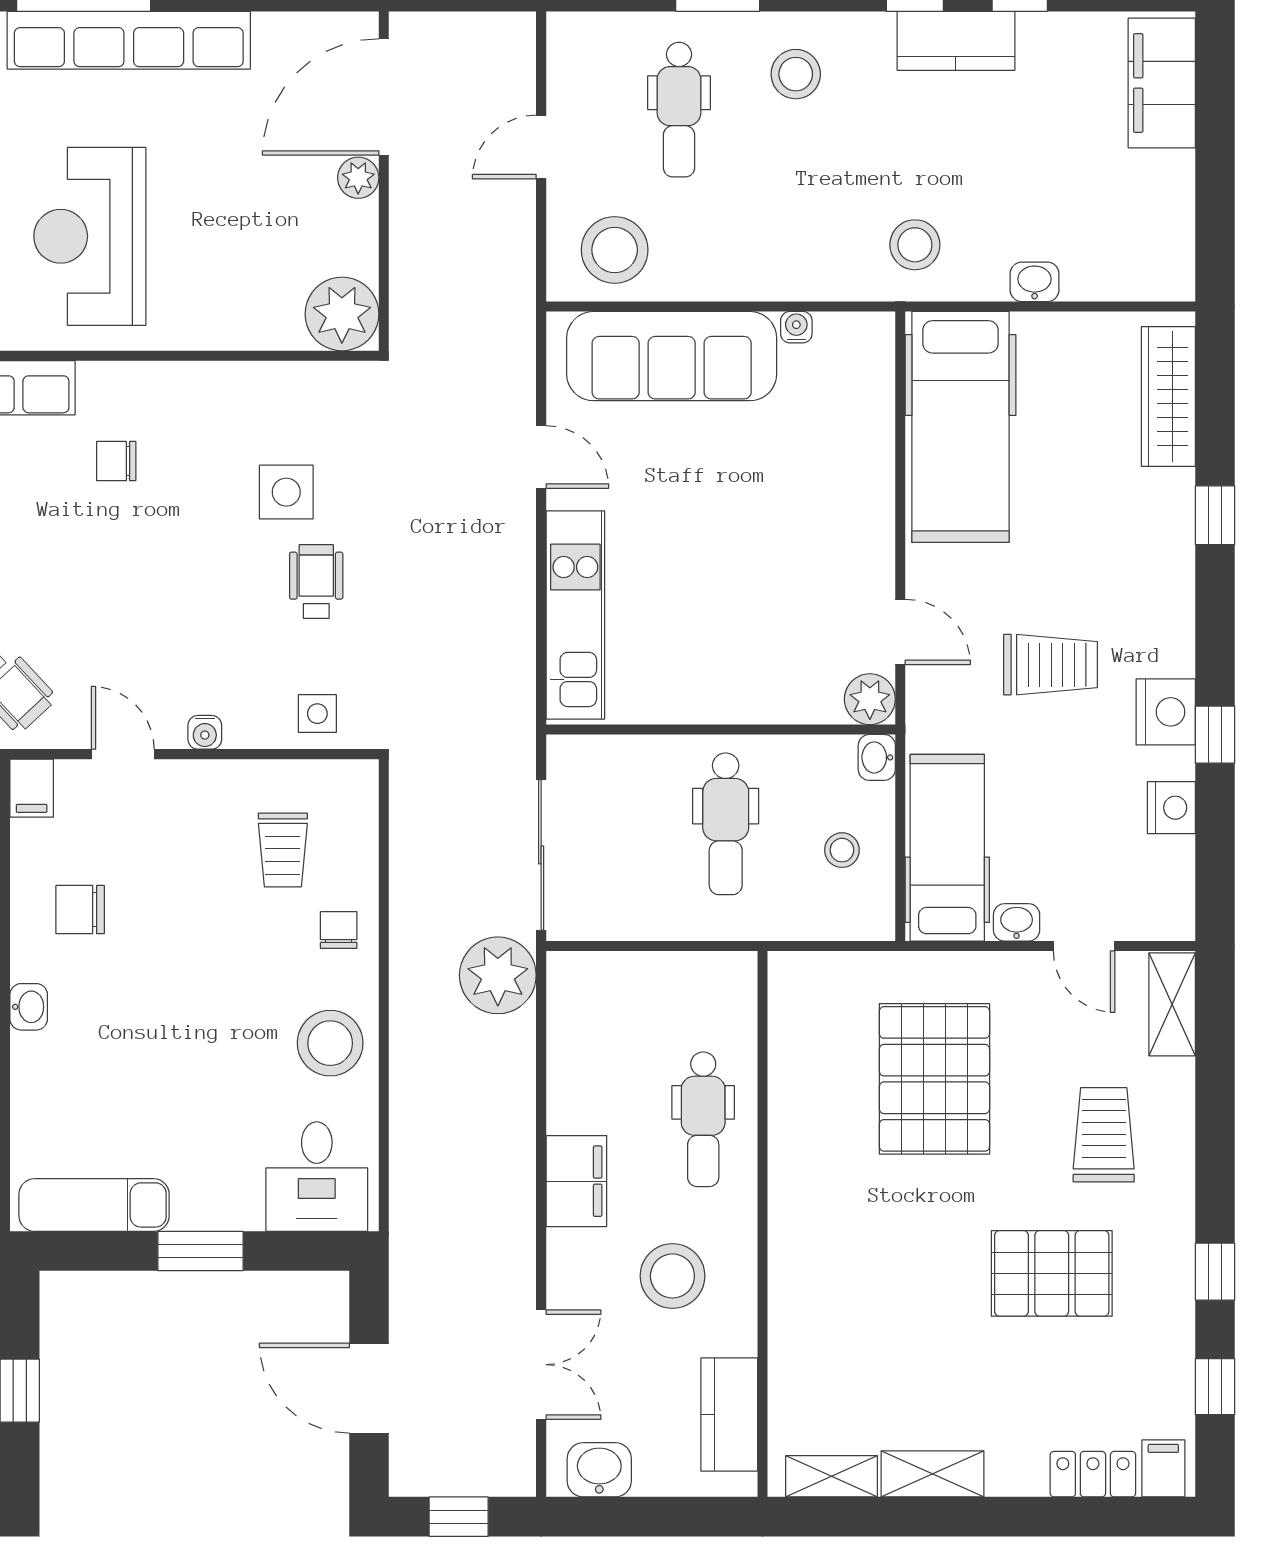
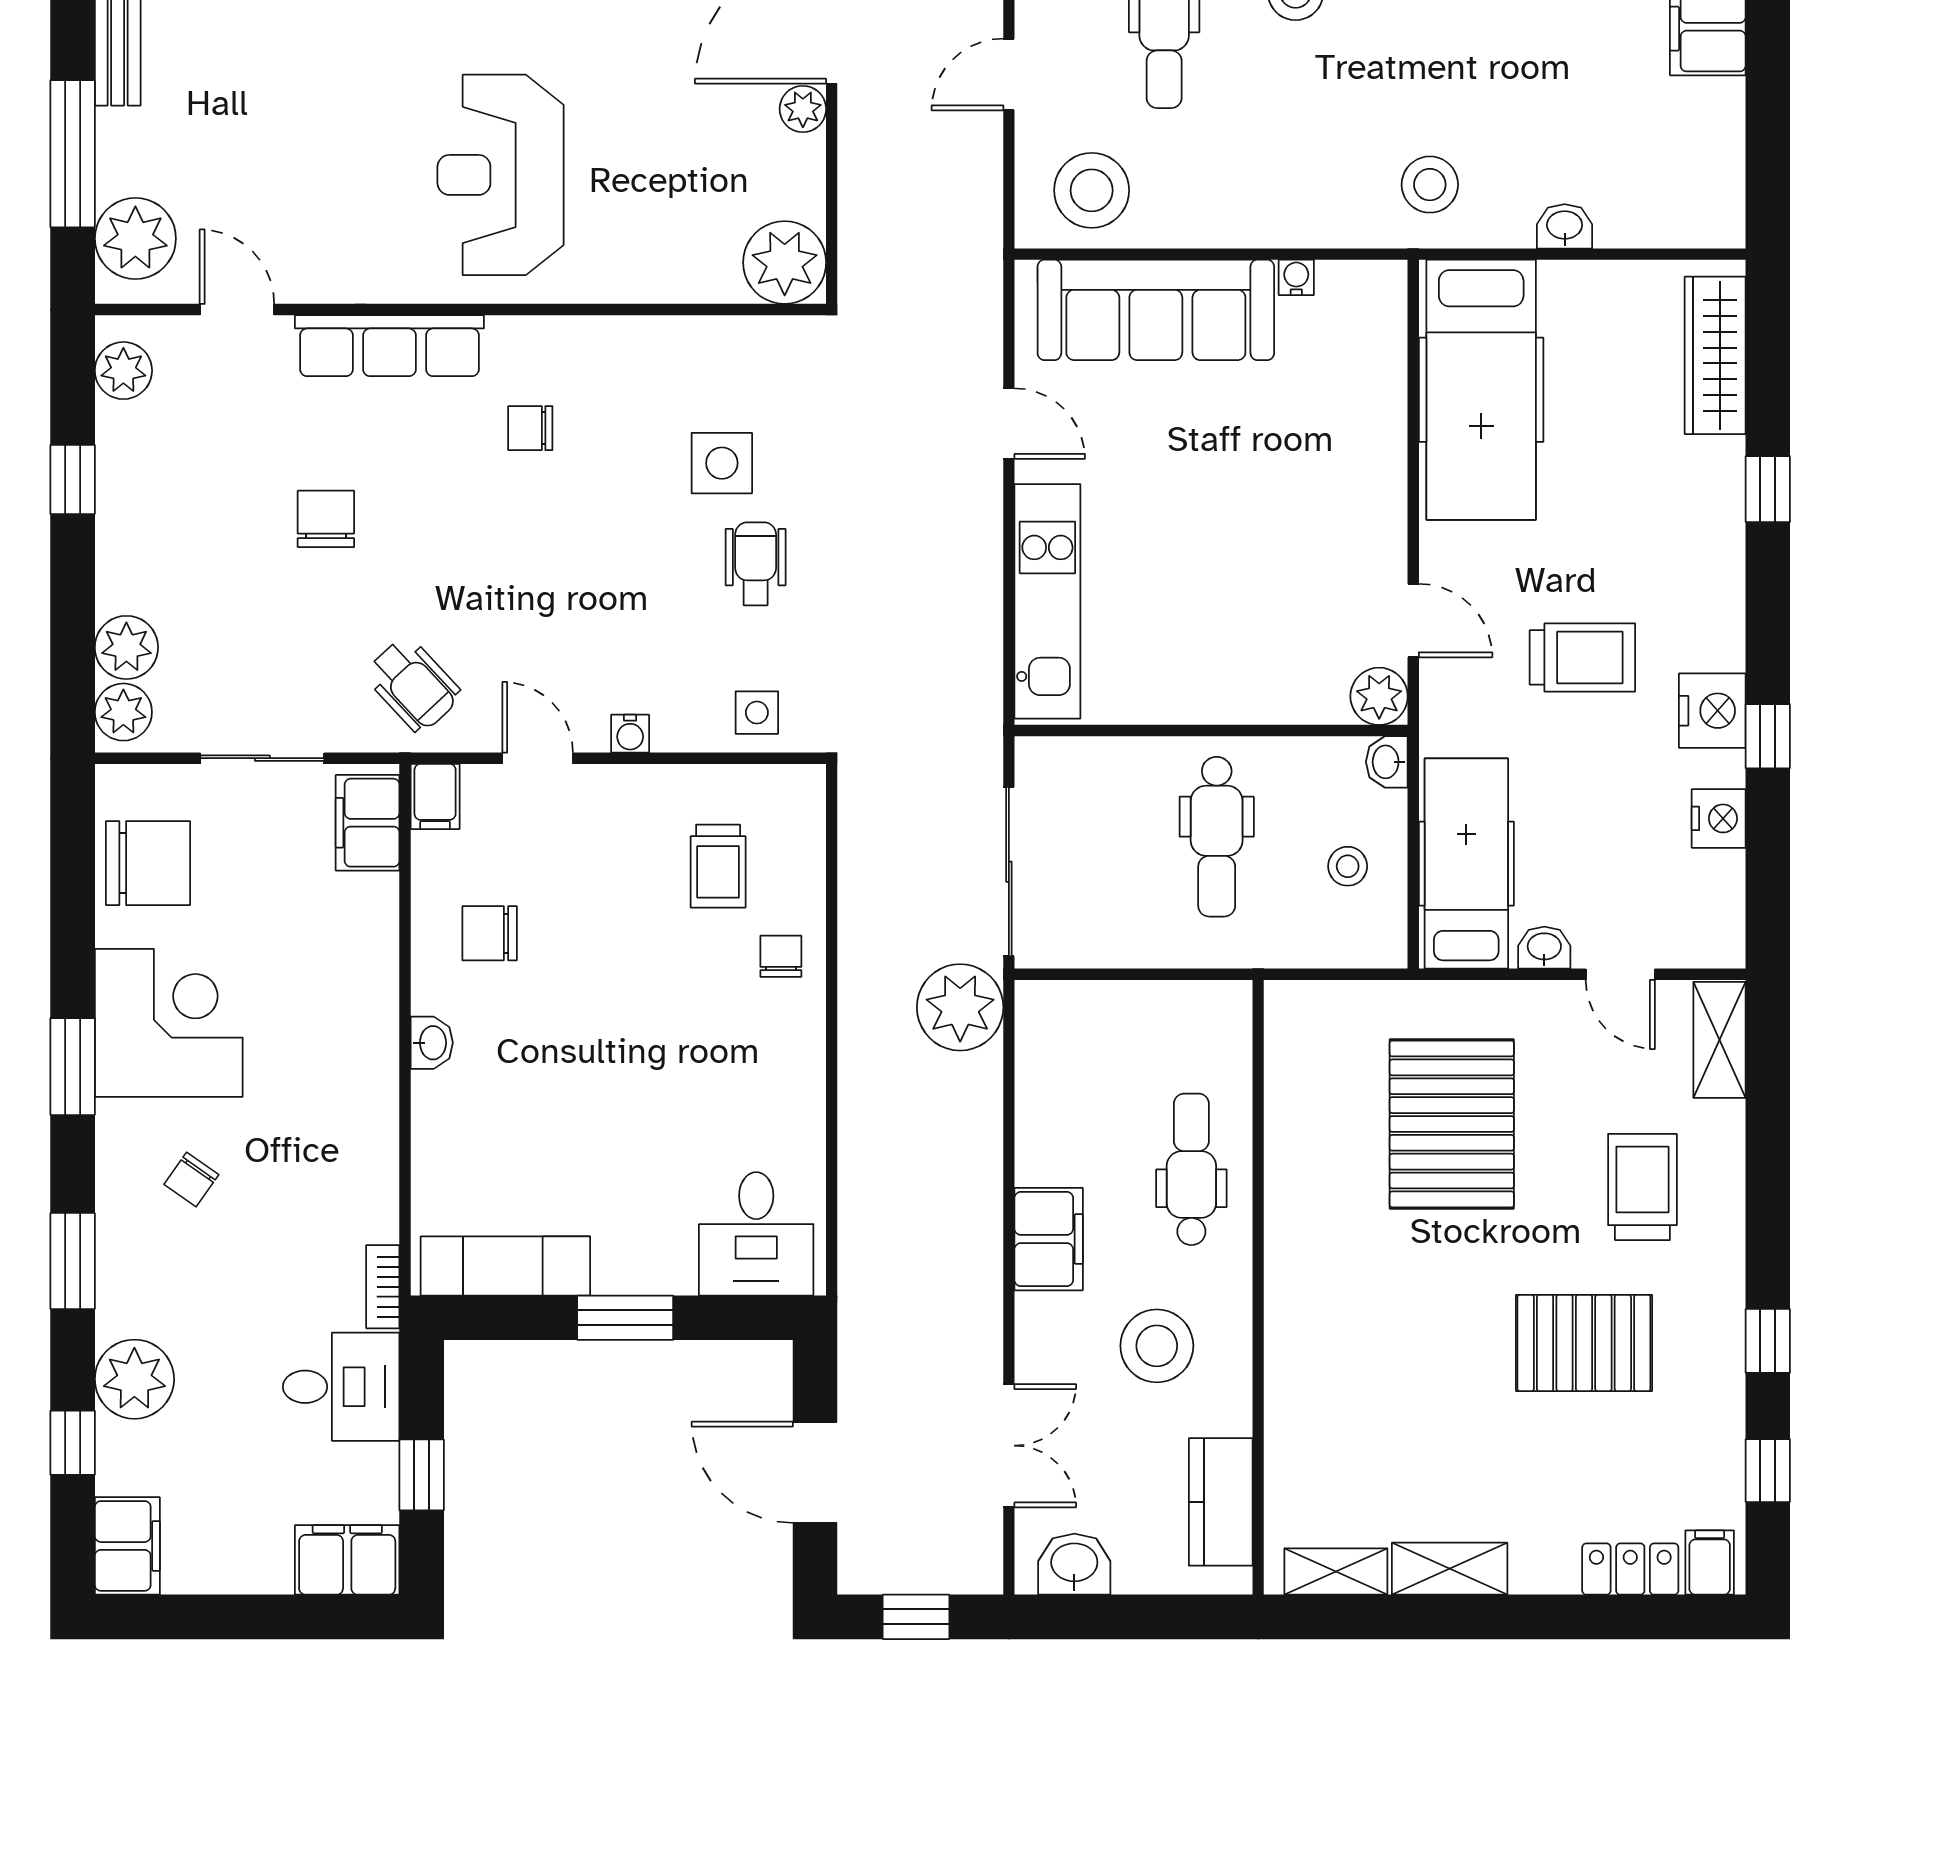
stool: (330, 1043) -> (771, 1084), removed
dental chair: (703, 1119) -> (1191, 1169), turned 180

